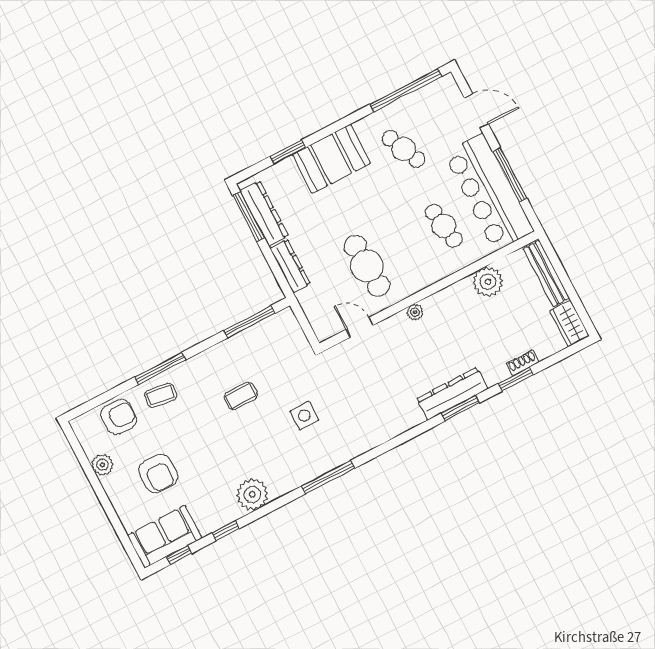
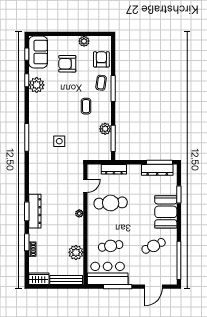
bar counter: (489, 192) -> (108, 273), width x0.73
dresser: (290, 266) -> (114, 169), moved
plant: (239, 345) -> (105, 129), added
coffee table: (241, 396) -> (86, 106), moved
armchair: (119, 417) -> (101, 59), turned 180
plant: (252, 494) -> (37, 85), moved

